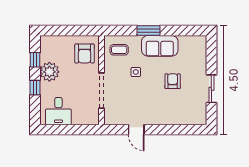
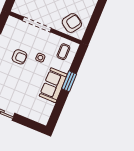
armchair: (85, 54) -> (72, 23), turned 124
armchair: (173, 81) -> (19, 57), moved

